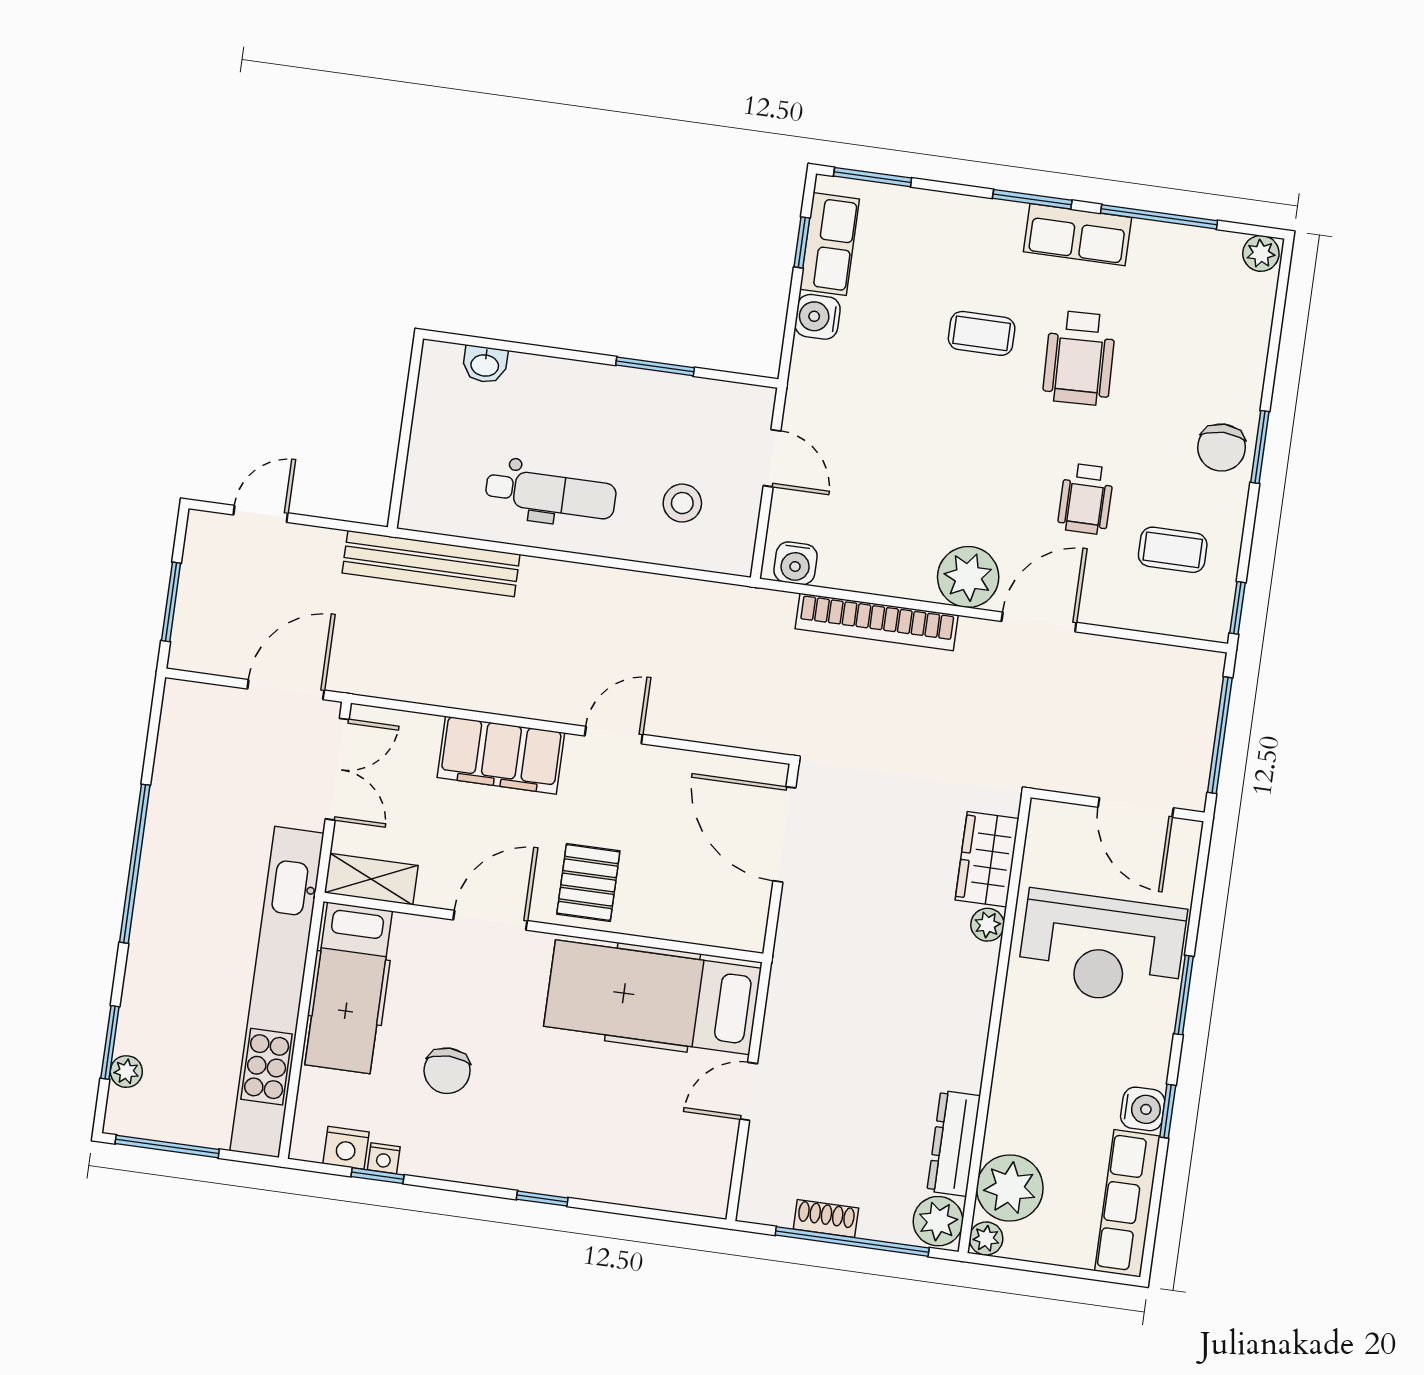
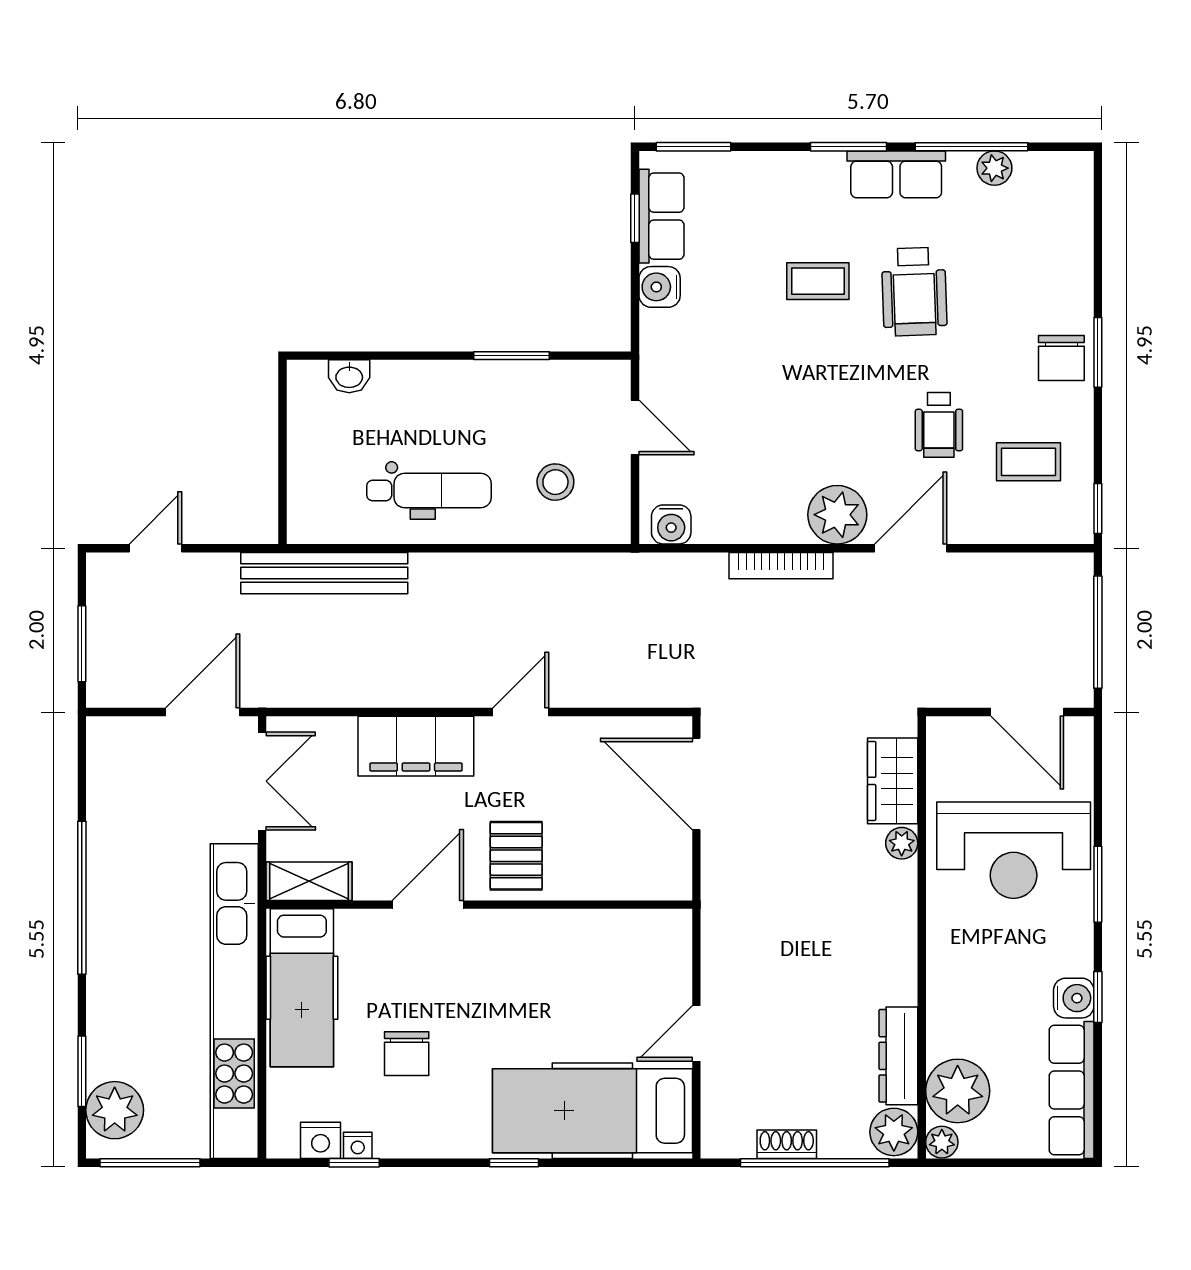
plant: (1261, 253) -> (994, 168), moved
bookcase: (877, 622) -> (781, 566), width x0.68, depth x0.76
hospital bed: (653, 997) -> (592, 1111), moved
plant: (126, 1072) -> (115, 1110), width x1.88, depth x1.88

